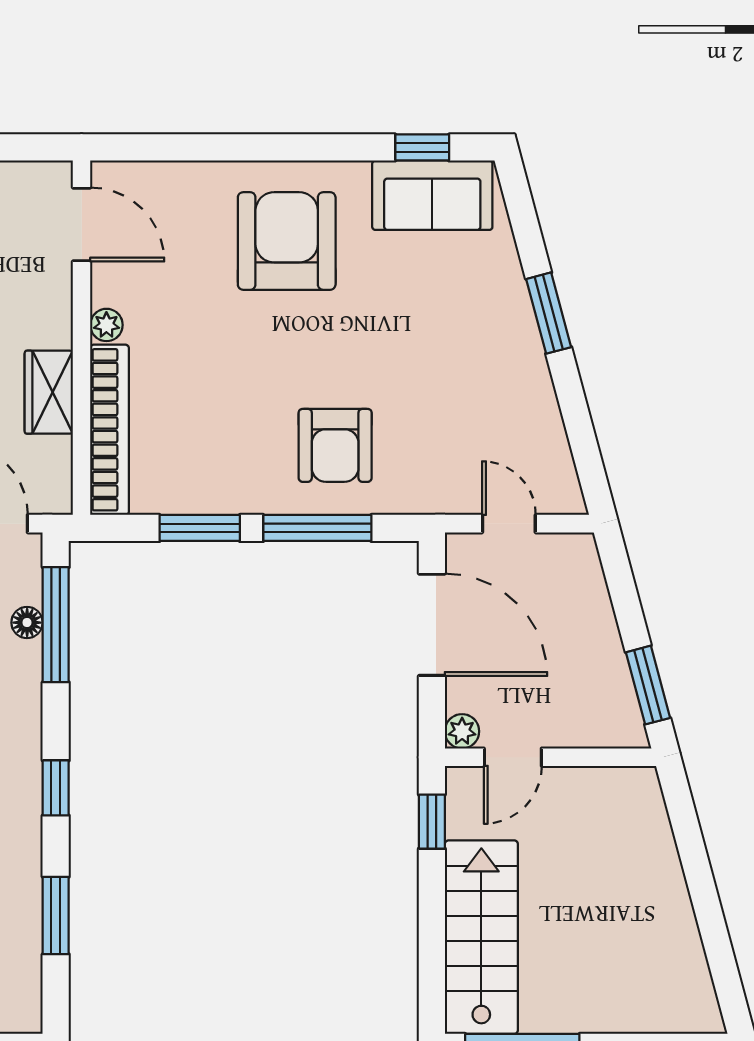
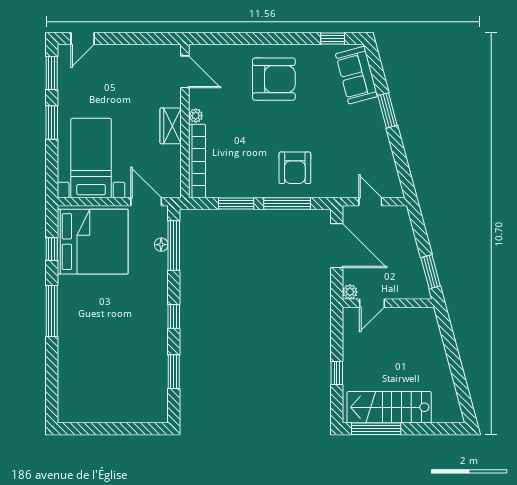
sofa: (432, 195) -> (357, 75), moved, turned 75
armchair: (287, 241) -> (274, 79), turned 90
wardrobe: (49, 392) -> (171, 126), moved
window: (432, 822) -> (337, 373), moved
stairs: (481, 937) -> (389, 407), moved, turned -90

